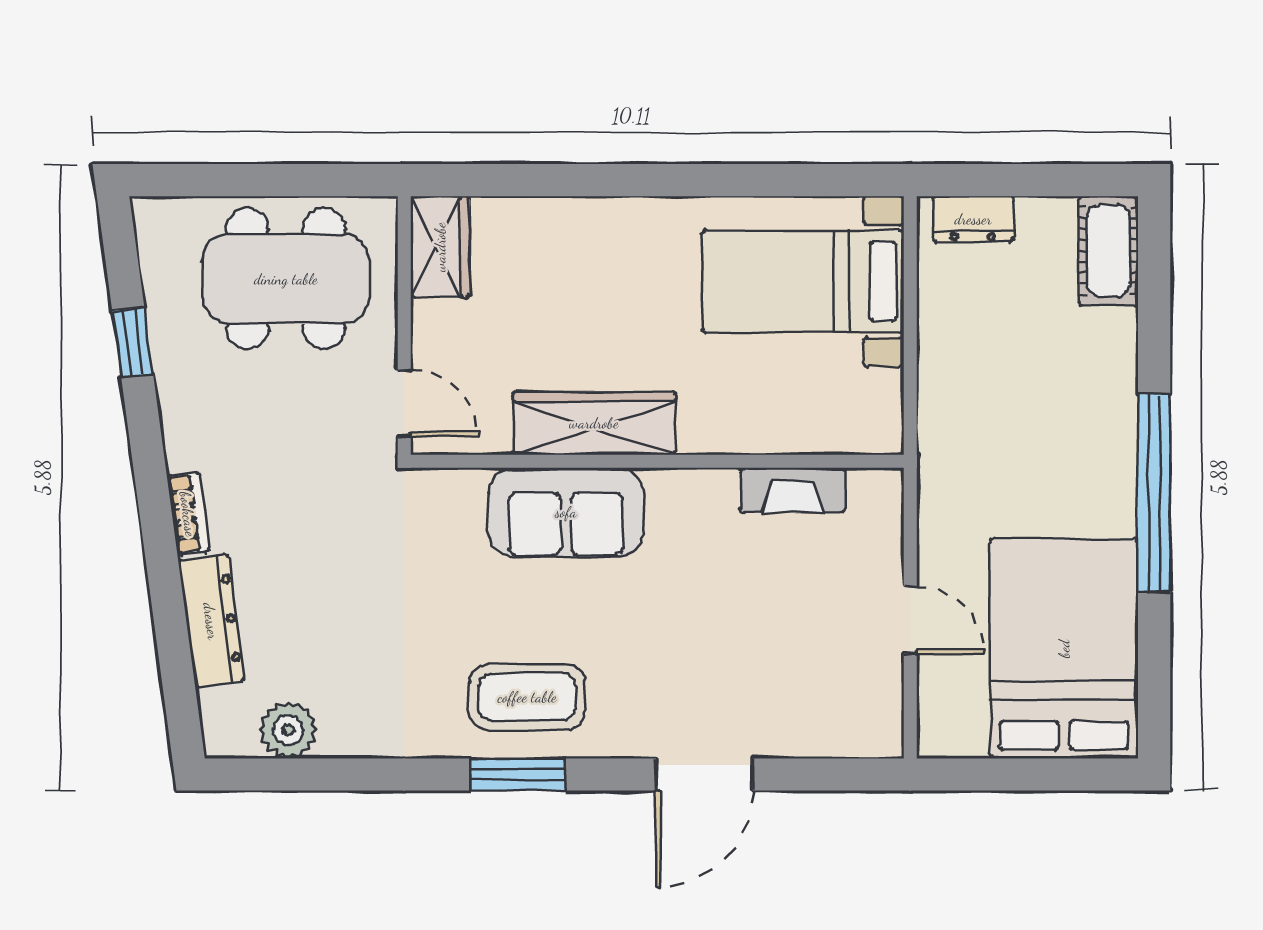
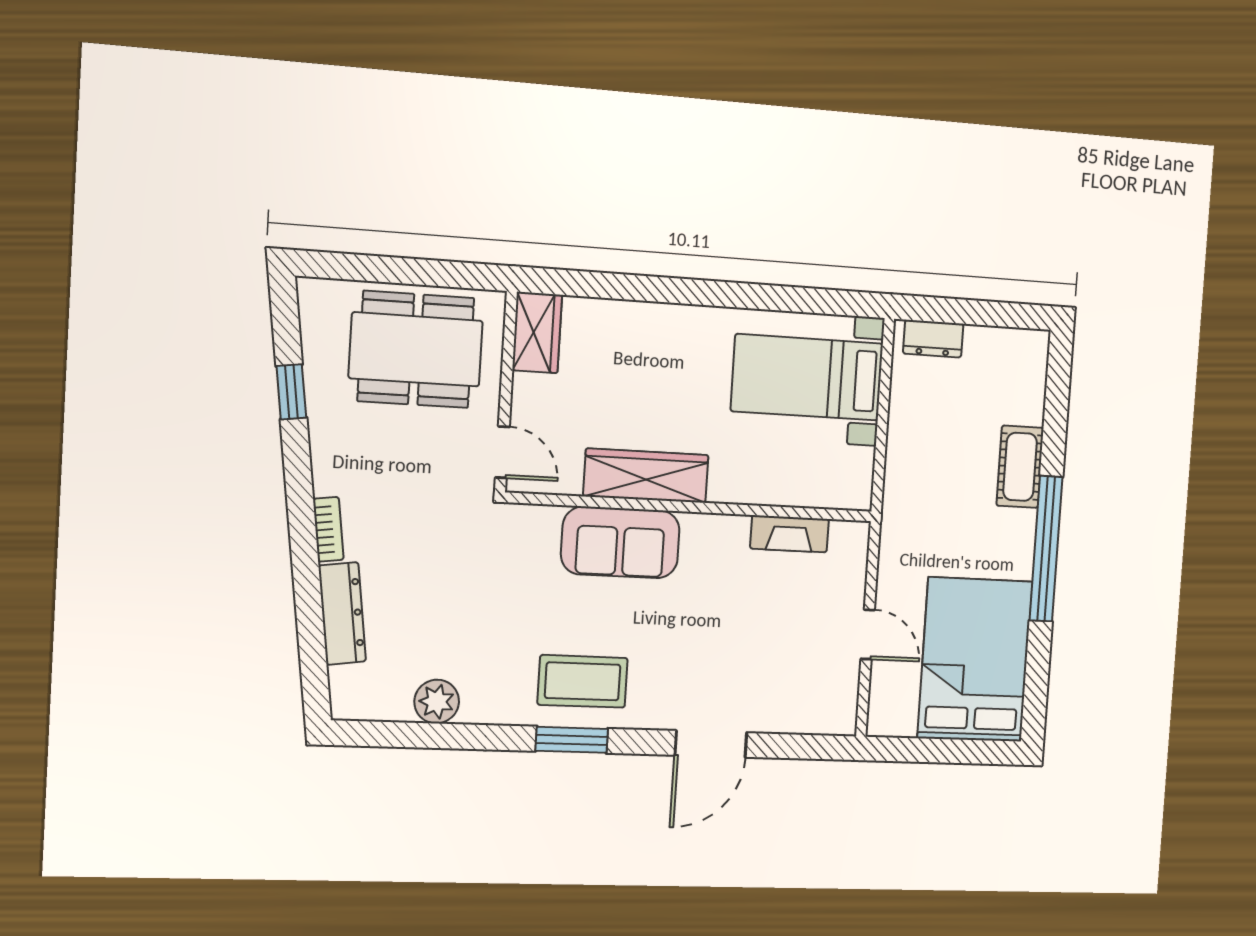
cot: (1108, 251) -> (1020, 467), moved
plant: (288, 730) -> (437, 702), moved

